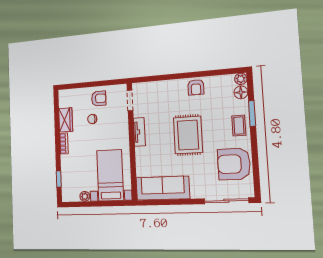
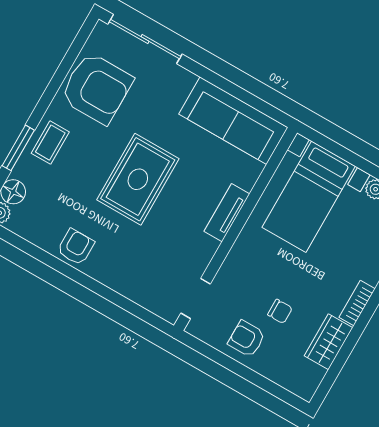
tv unit: (139, 132) -> (227, 213), moved

